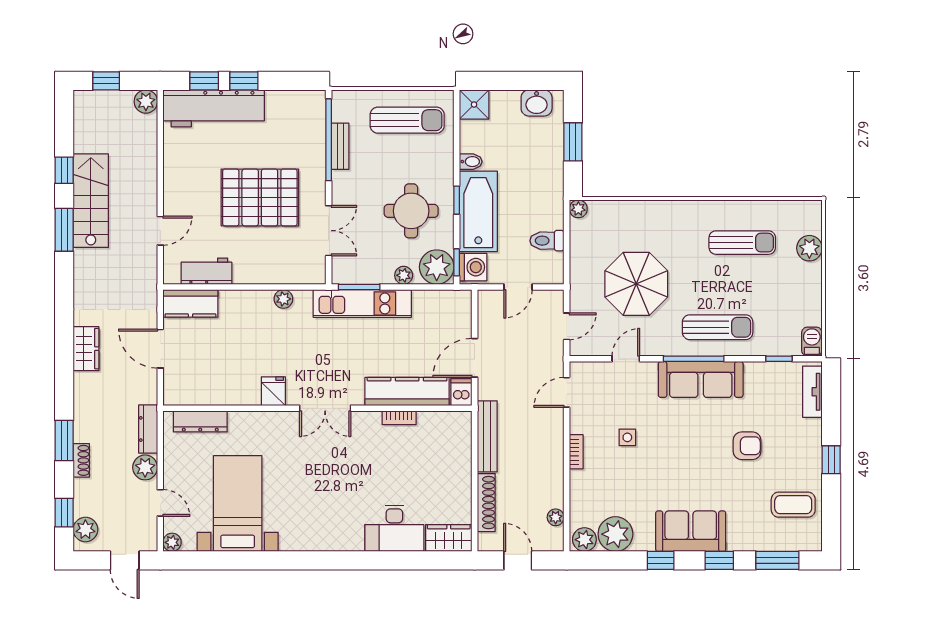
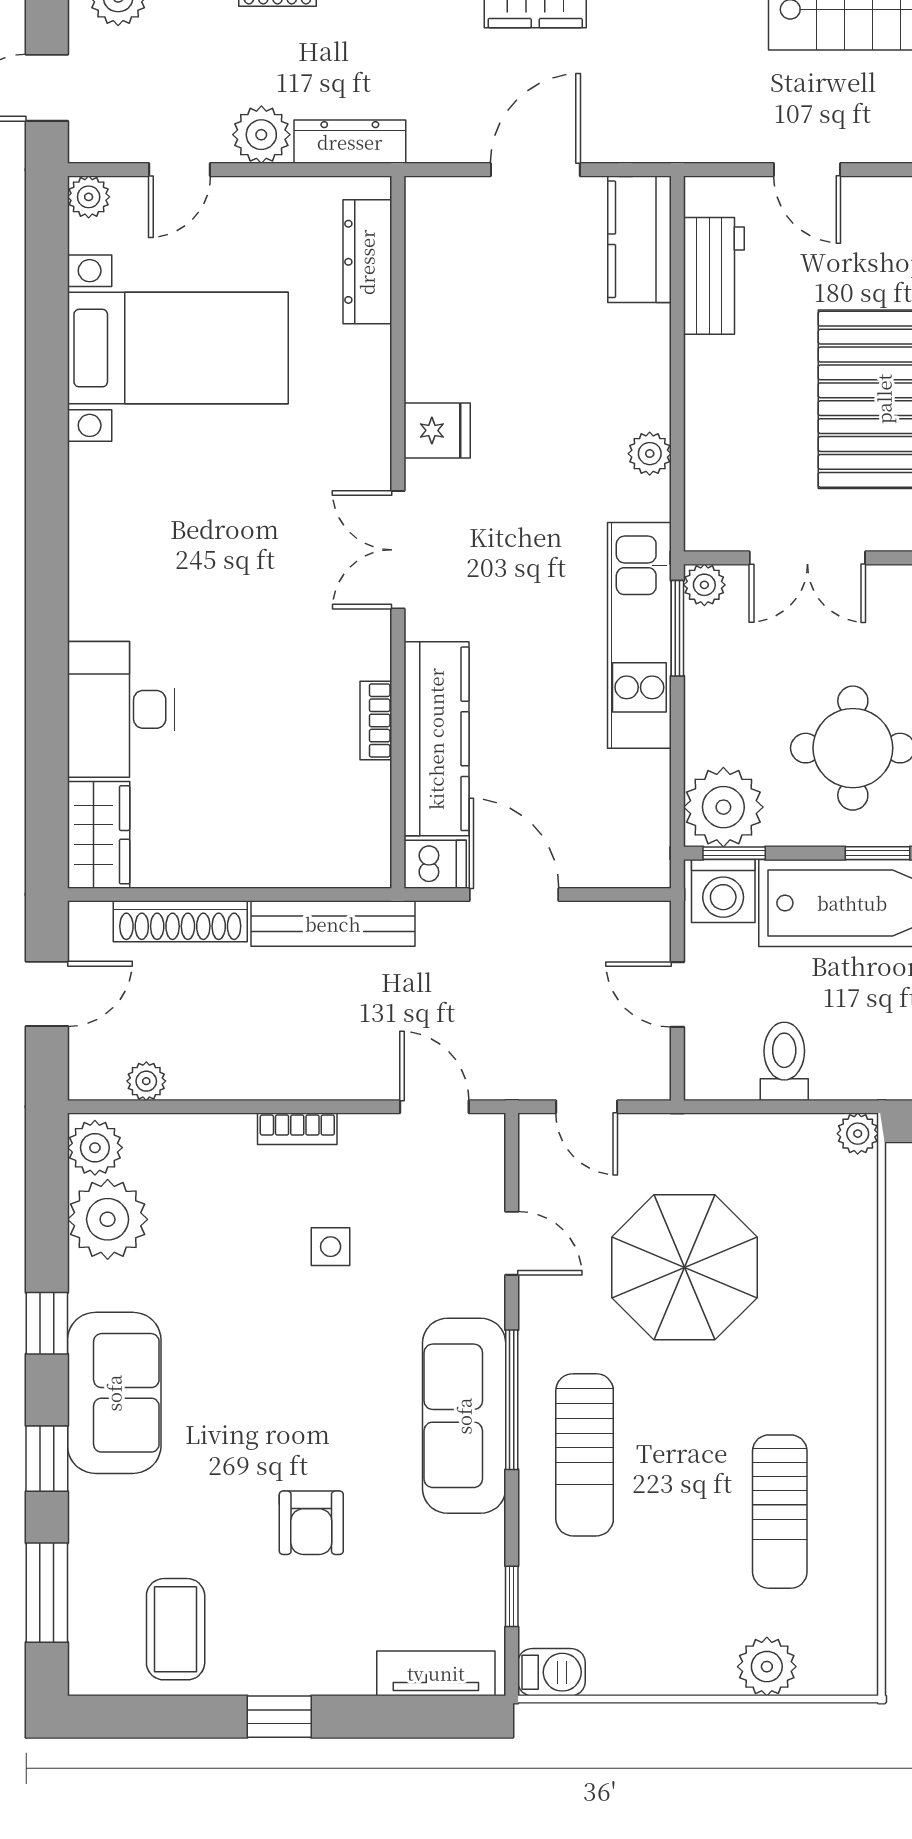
plant: (404, 275) -> (704, 585), moved

